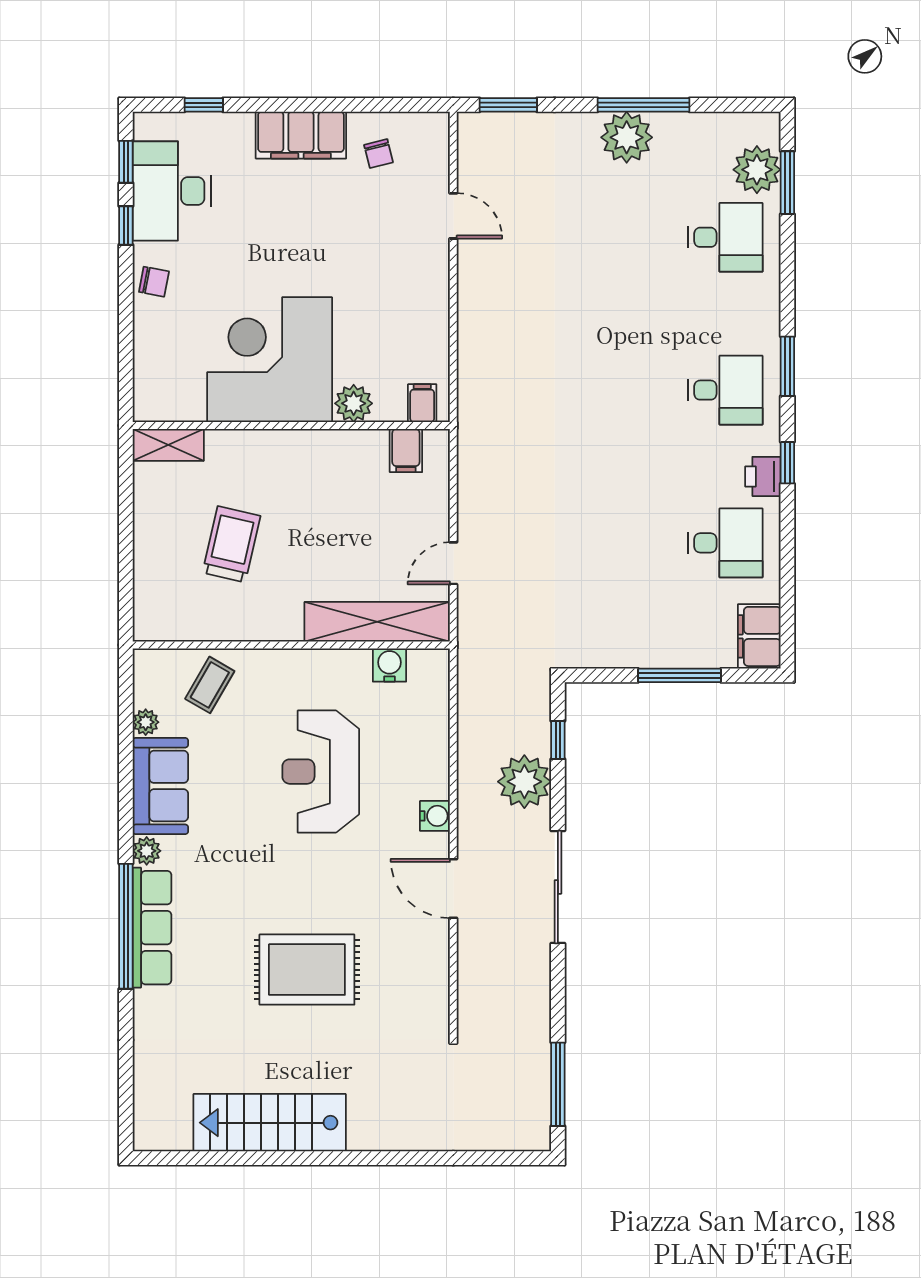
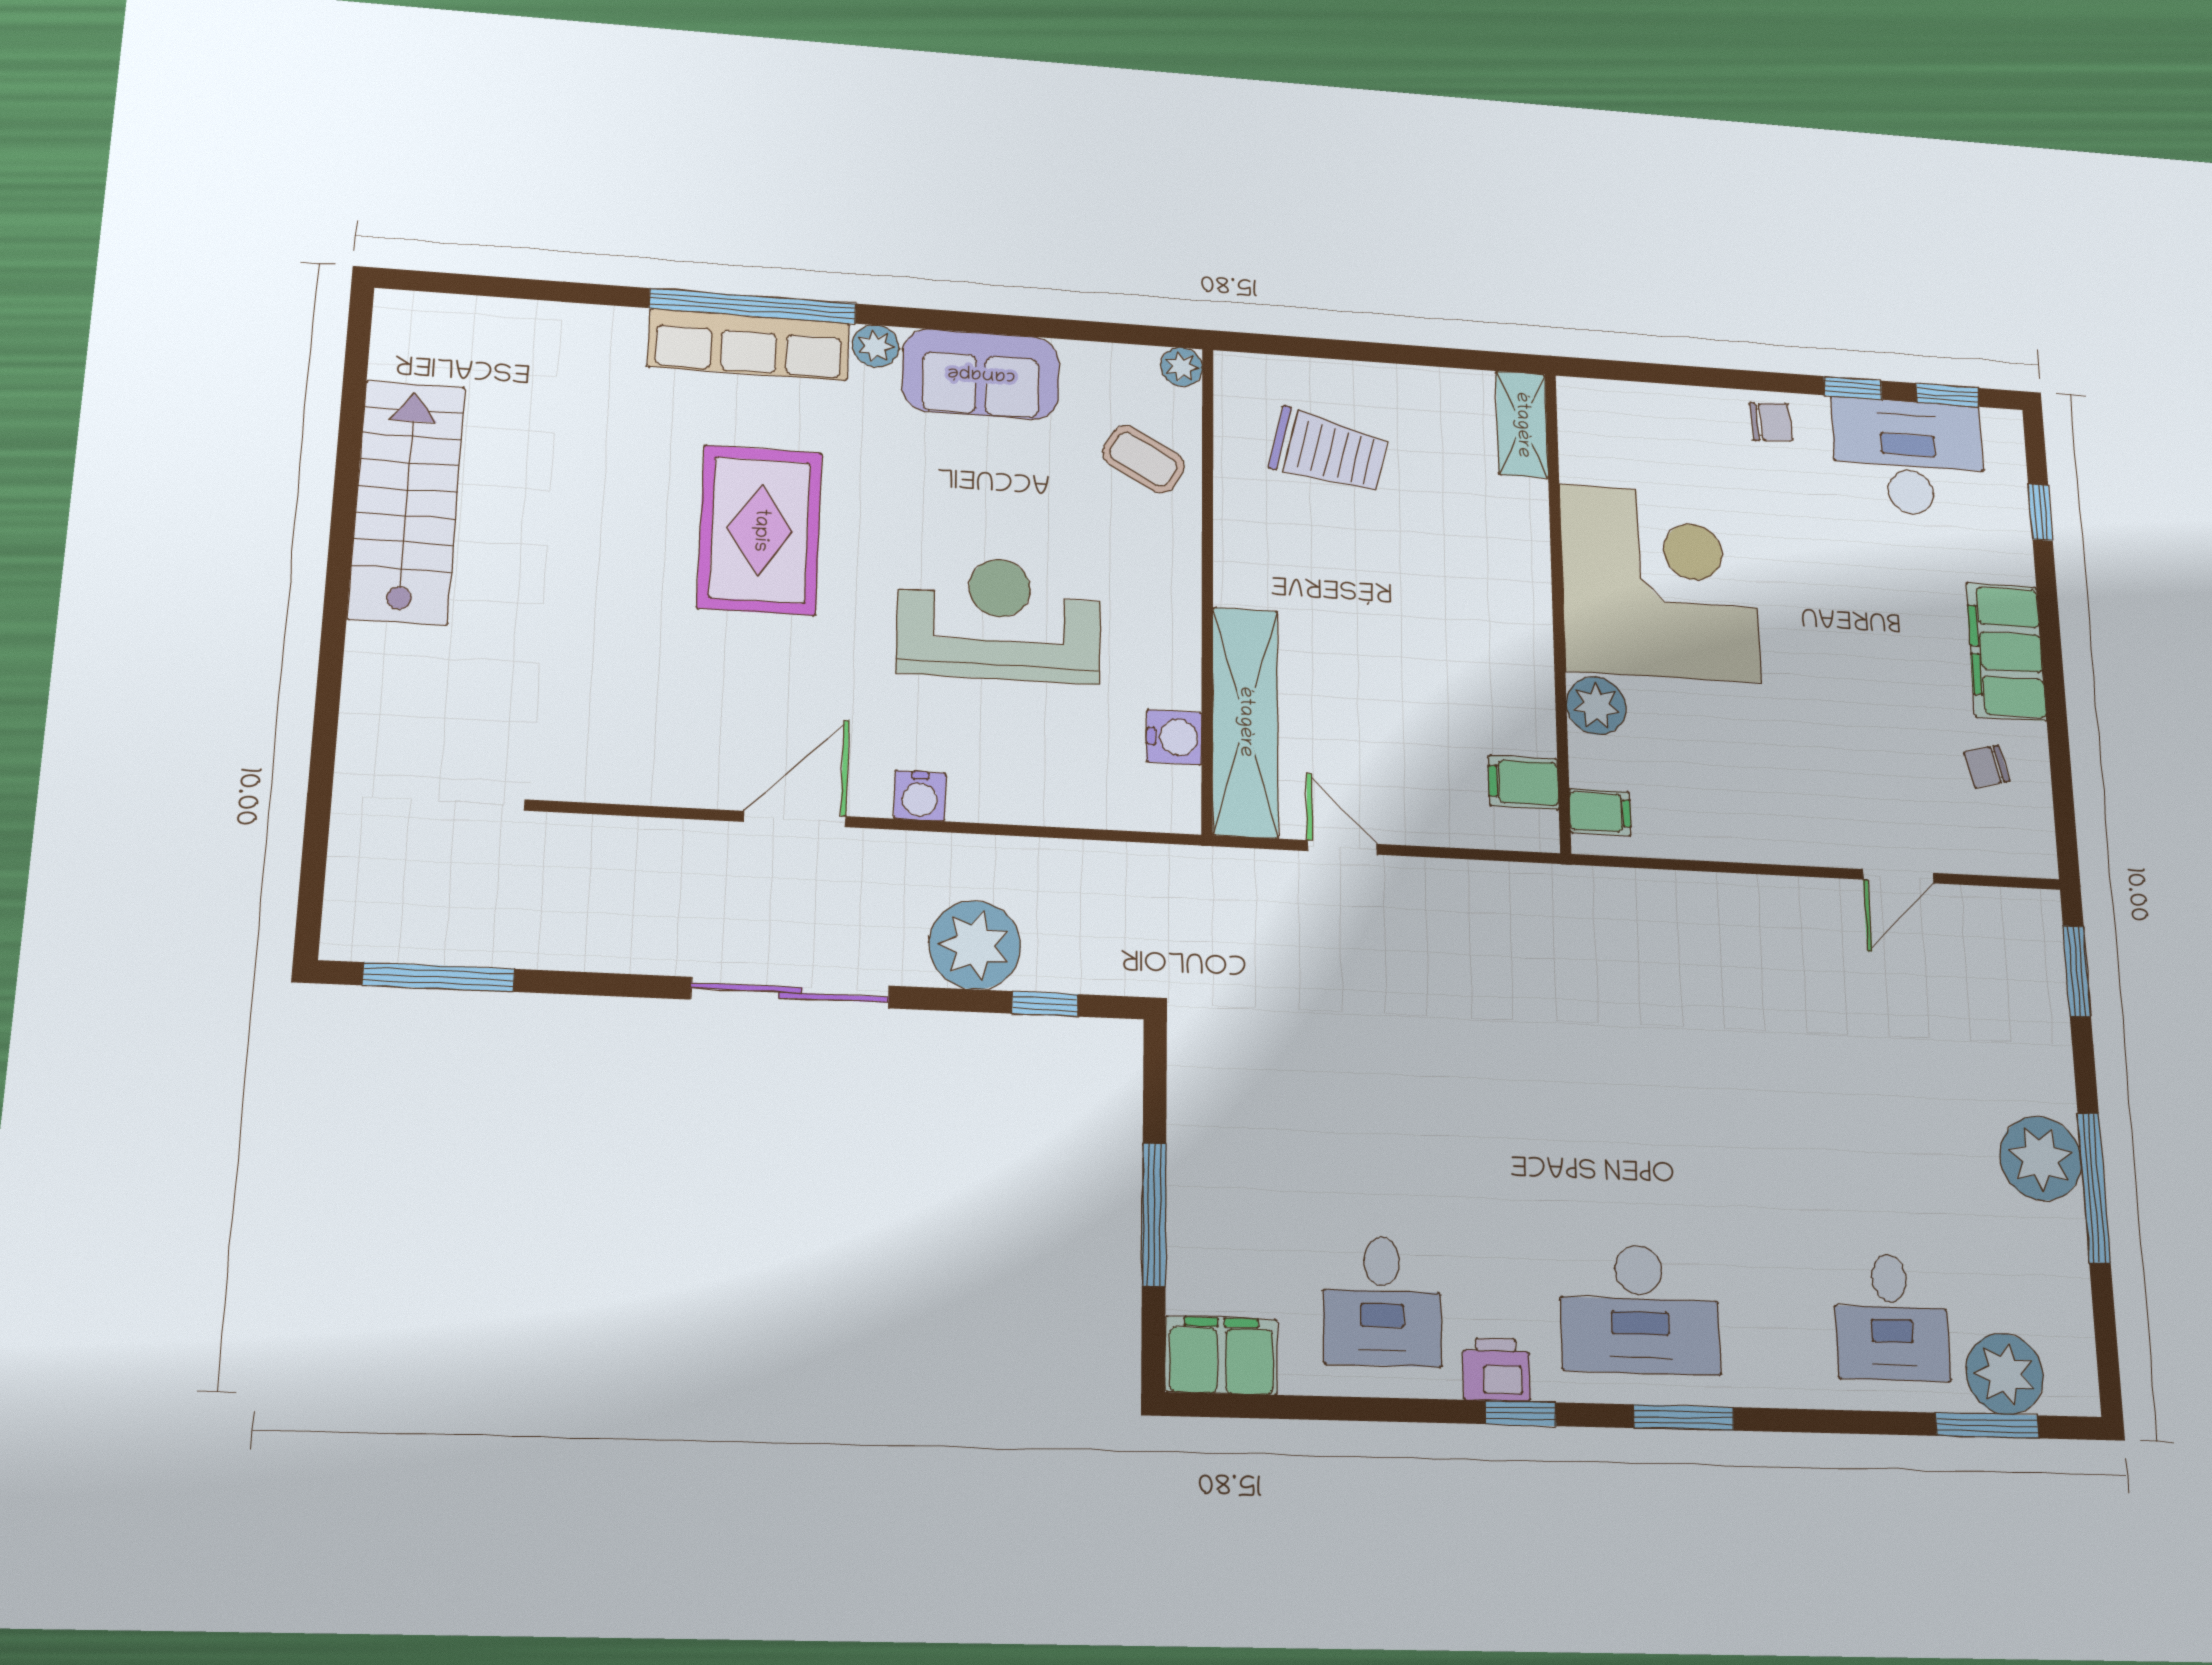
chair: (154, 282) -> (1771, 422), turned -105
desk: (725, 390) -> (1640, 1309), width x1.37
trolley: (231, 544) -> (1329, 451), moved
plant: (146, 722) -> (1182, 367), moved
rug: (307, 970) -> (760, 530), moved

